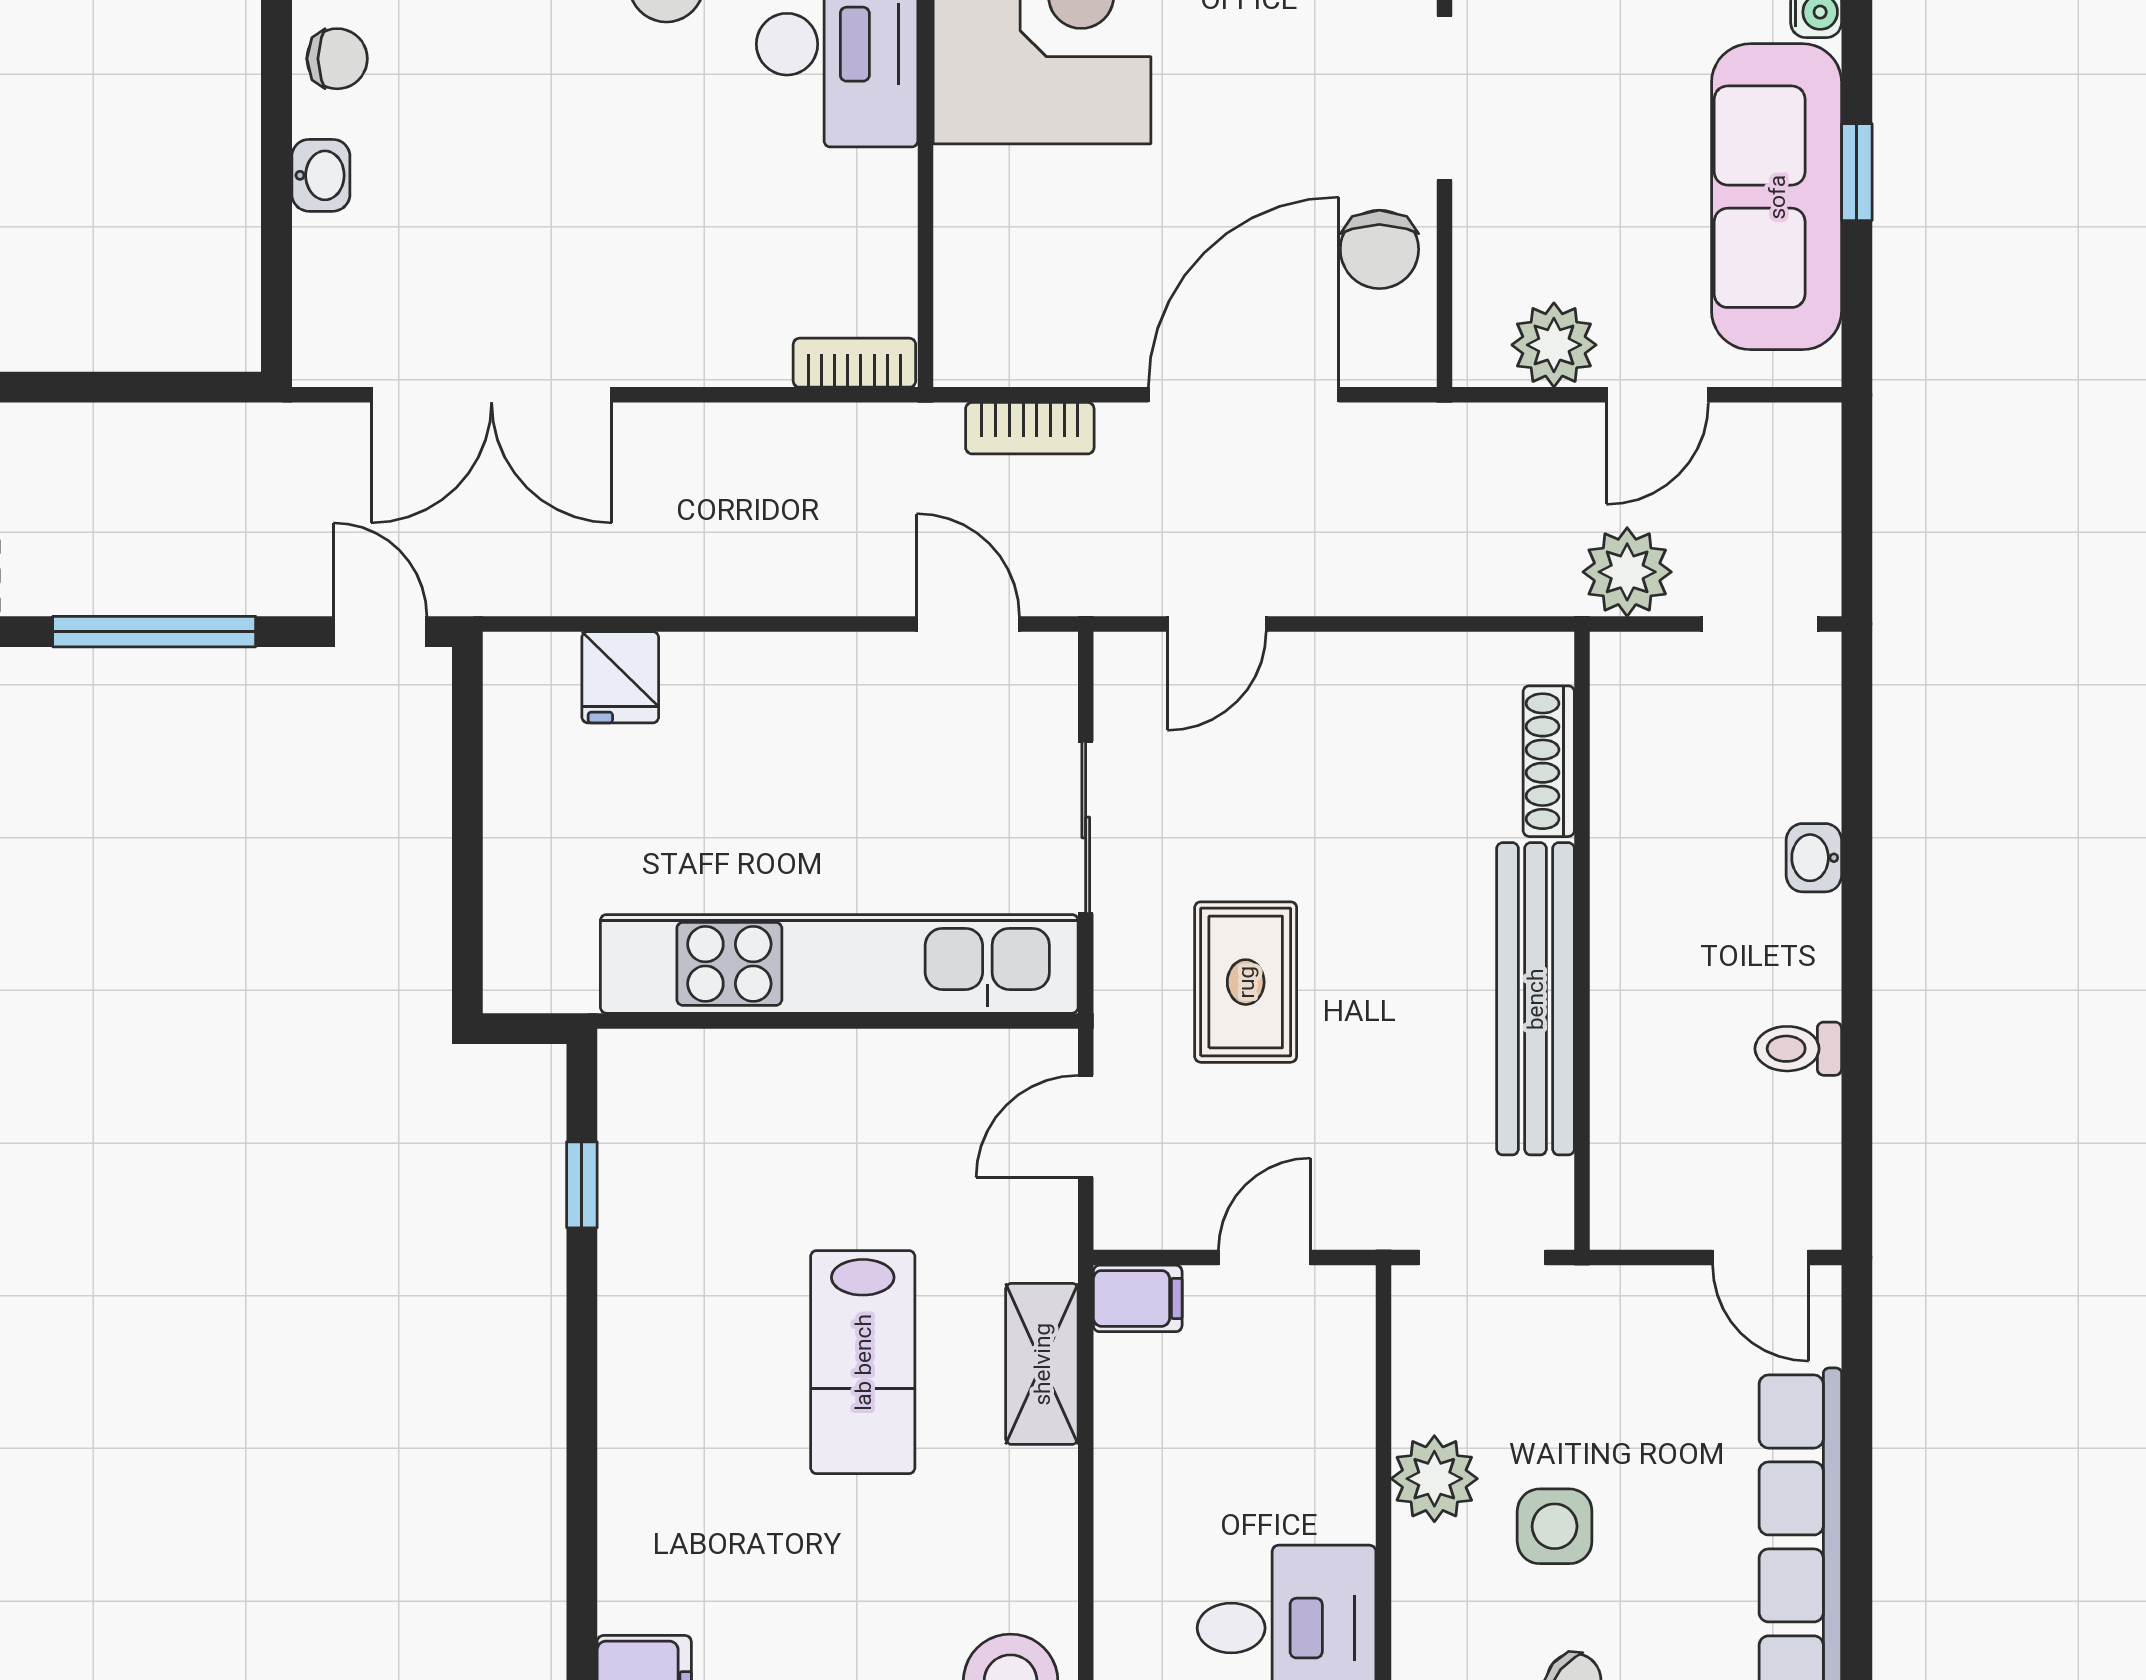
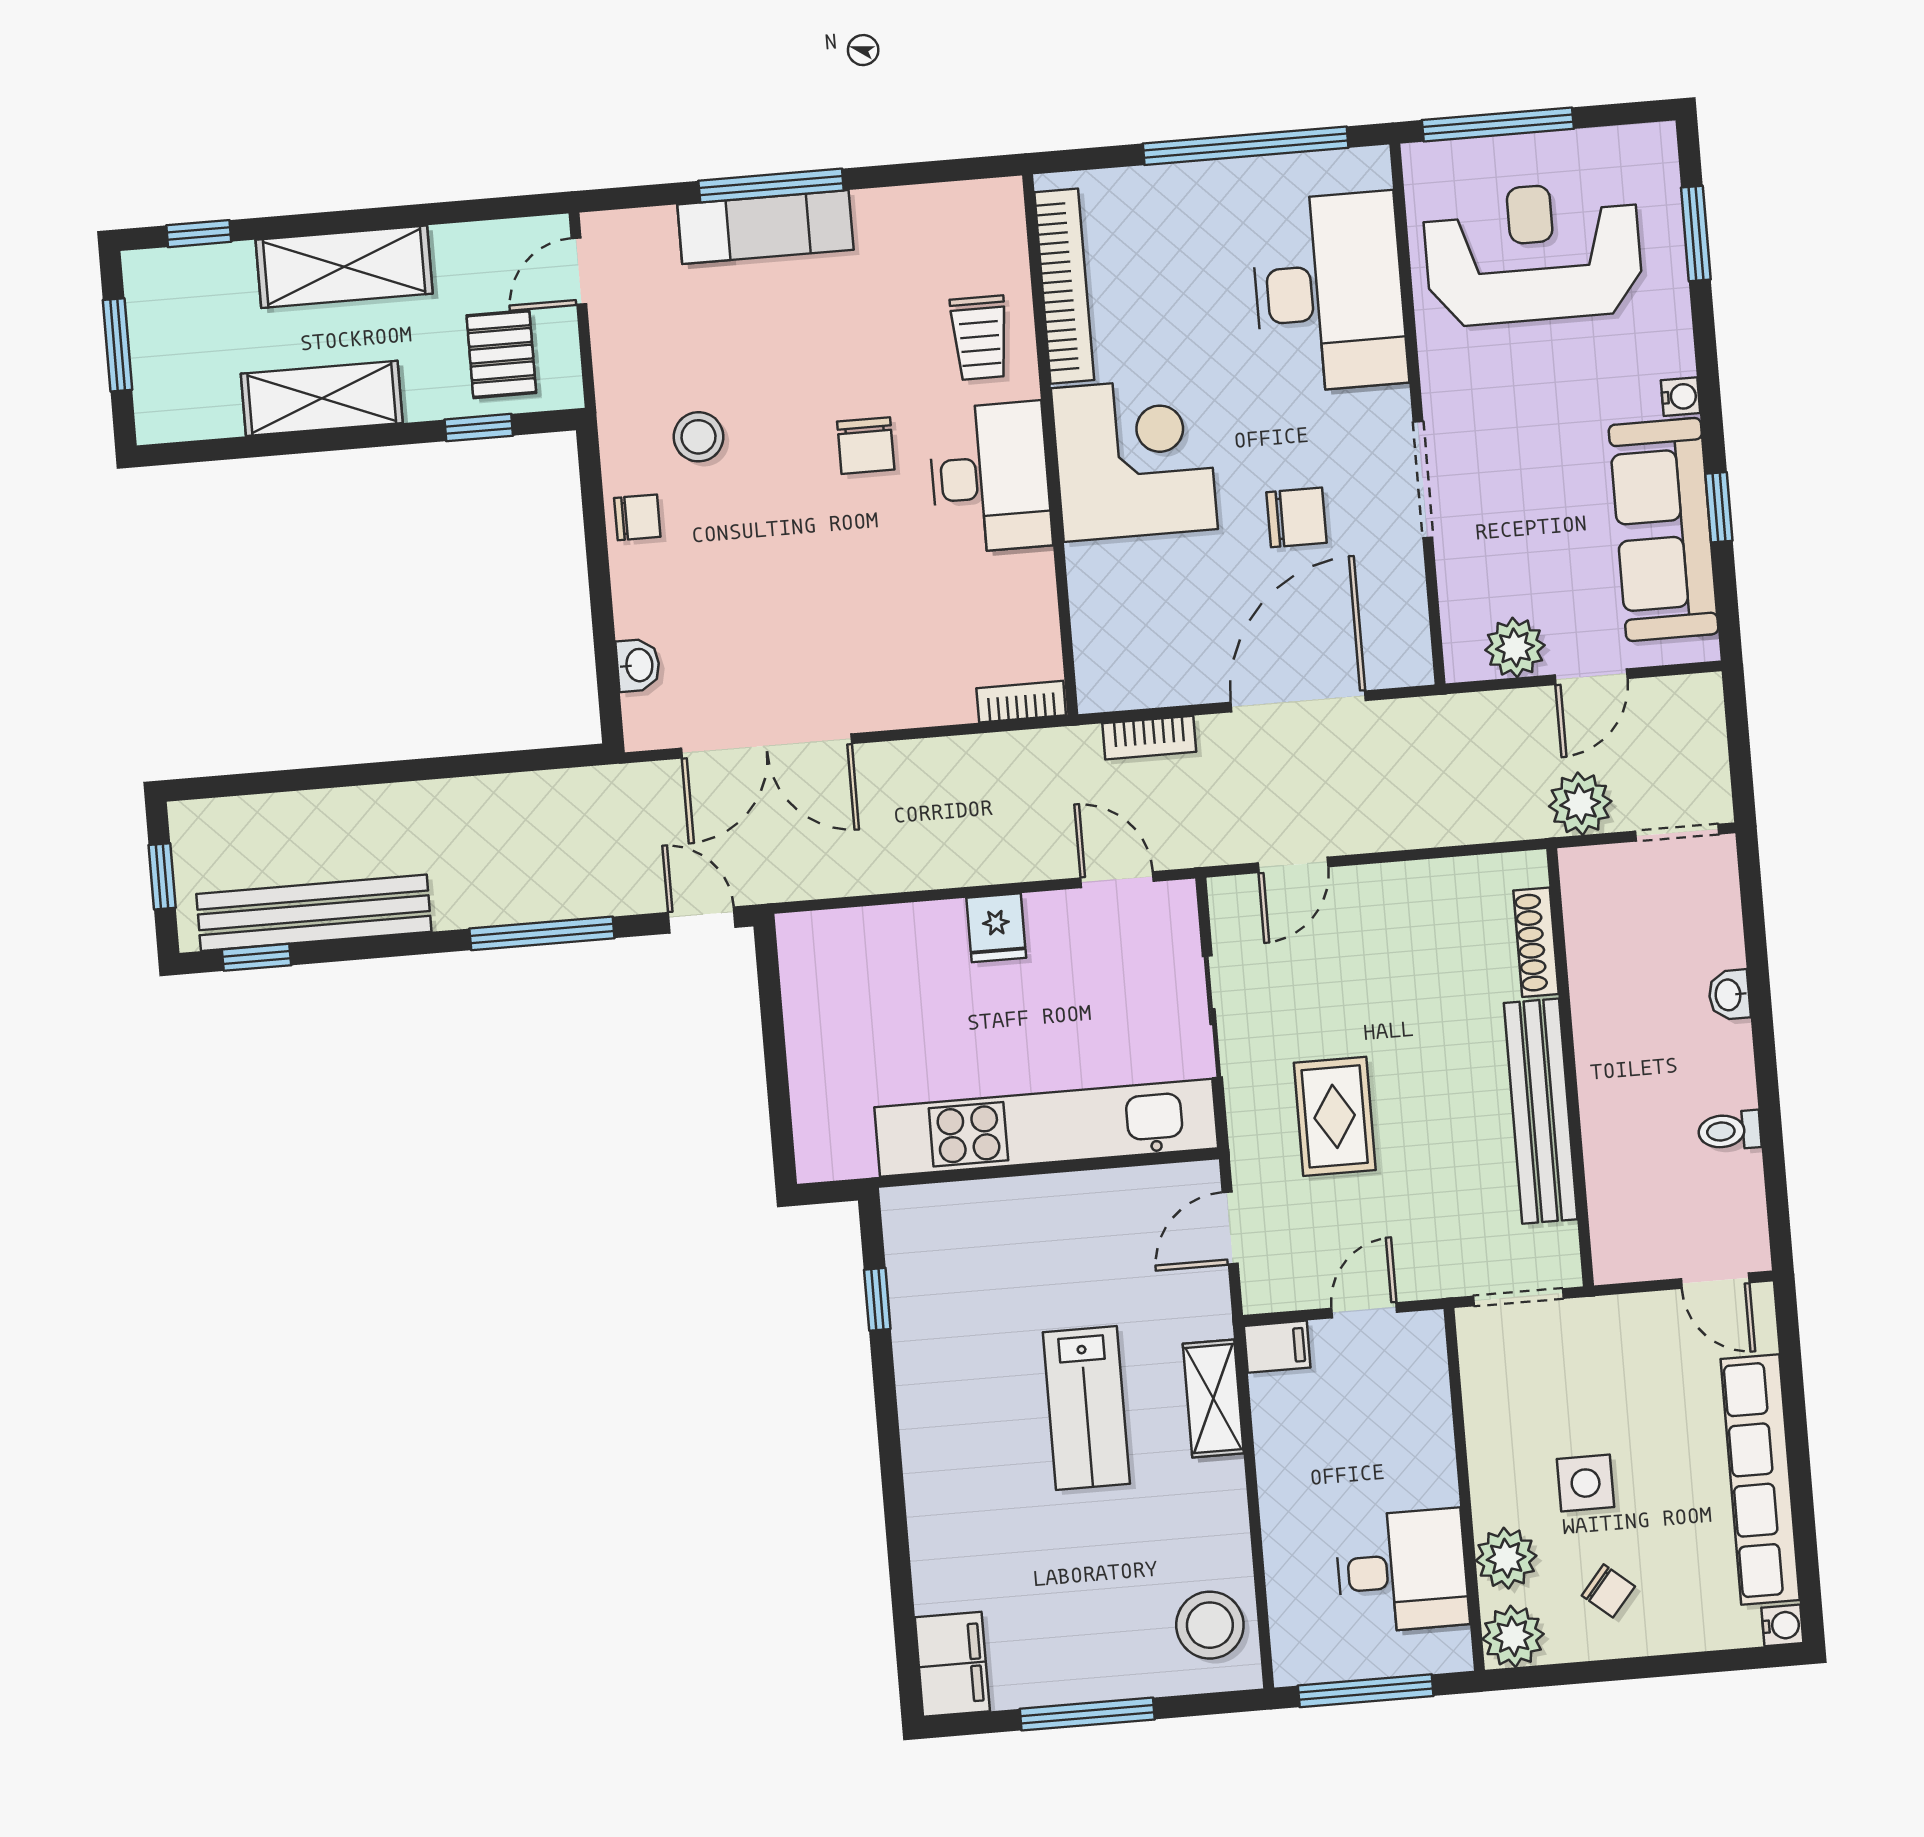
washbasin: (321, 175) -> (638, 665), moved
chair: (1379, 249) -> (1297, 517), moved, turned -90
fridge: (620, 677) -> (996, 928), moved
plant: (1434, 1479) -> (1506, 1558), moved

